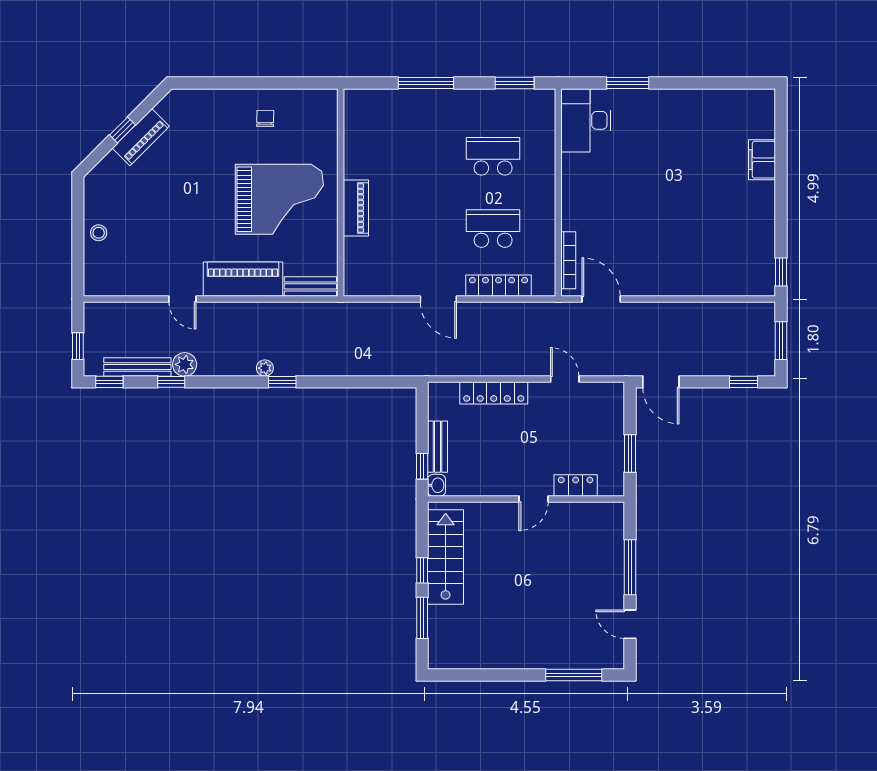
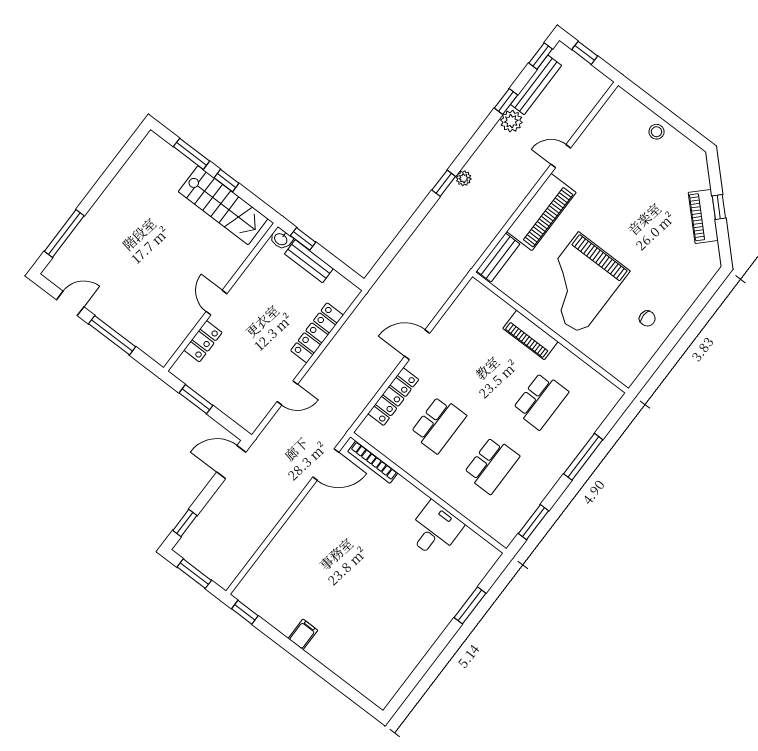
desk: (586, 120) -> (435, 530), moved, width x0.73
school desk: (406, 156) -> (541, 401), added
filing cabinet: (762, 160) -> (303, 634), moved, width x0.50

